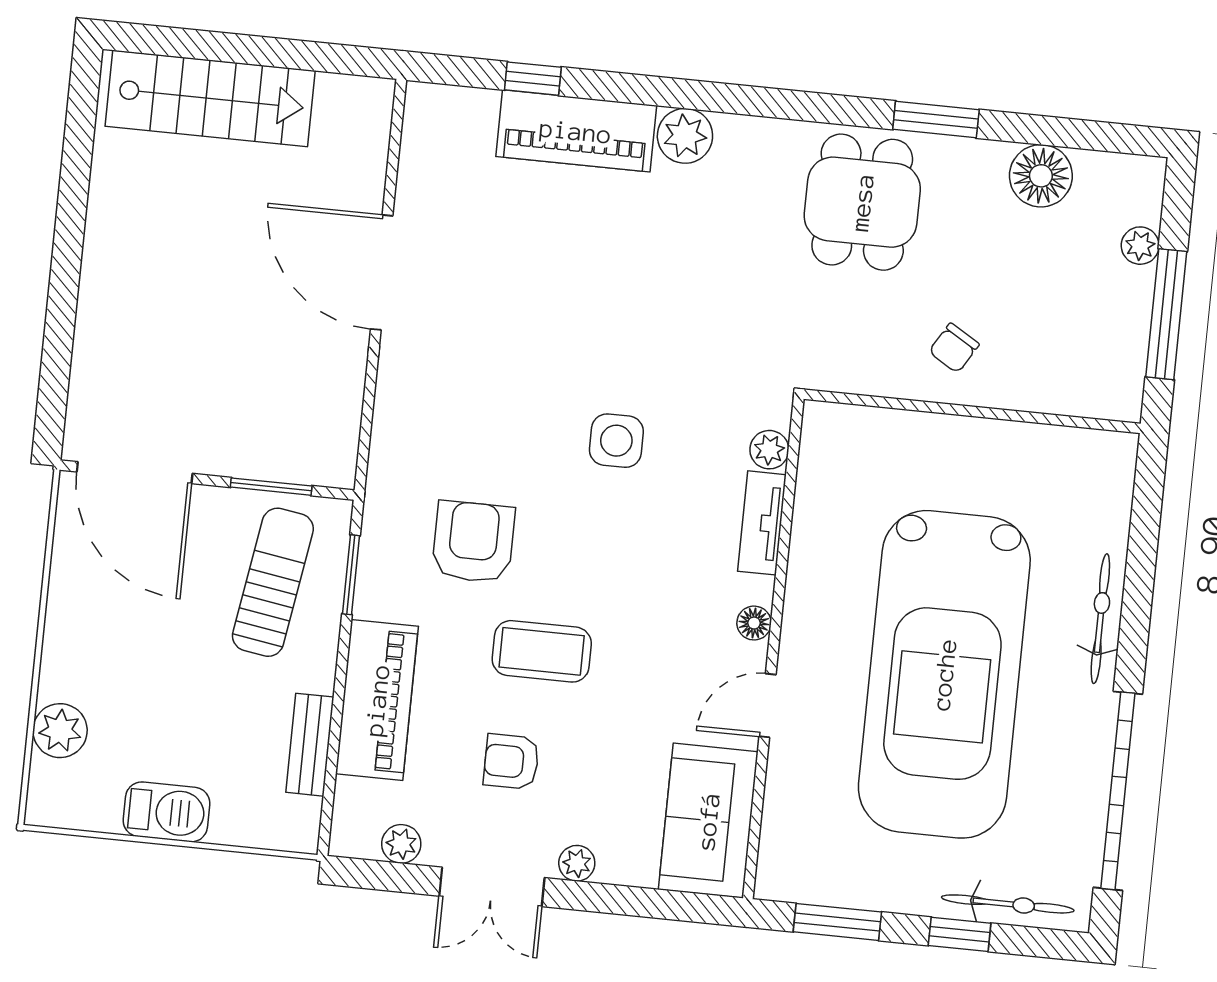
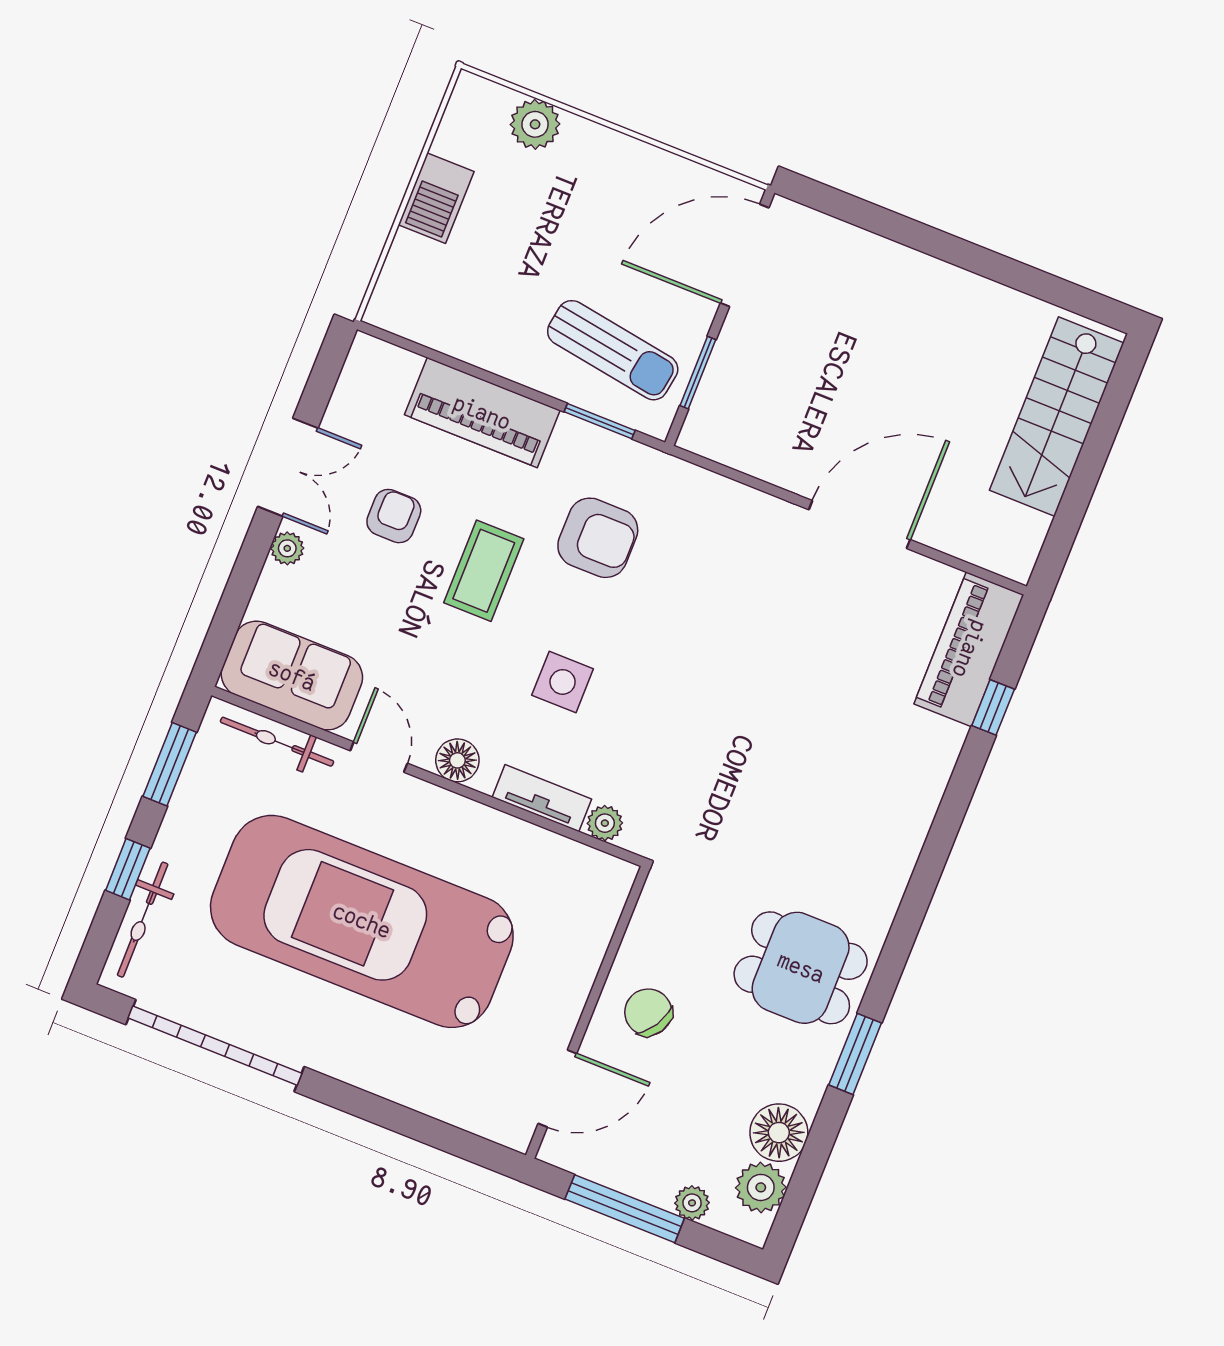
piano: (576, 131) -> (969, 649), moved
plant: (685, 136) -> (761, 1187), moved
chair: (954, 348) -> (648, 1012), width x1.37, depth x1.37
door: (1061, 420) -> (557, 1088), added
side table: (616, 441) -> (563, 682), moved
bicycle: (1100, 619) -> (277, 742), moved, turned 180
floor lamp: (754, 623) -> (457, 760), width x1.37, depth x1.37
bench: (310, 745) -> (460, 342), removed
plant: (401, 844) -> (349, 398), removed
double door: (492, 887) -> (288, 467), swing flipped

